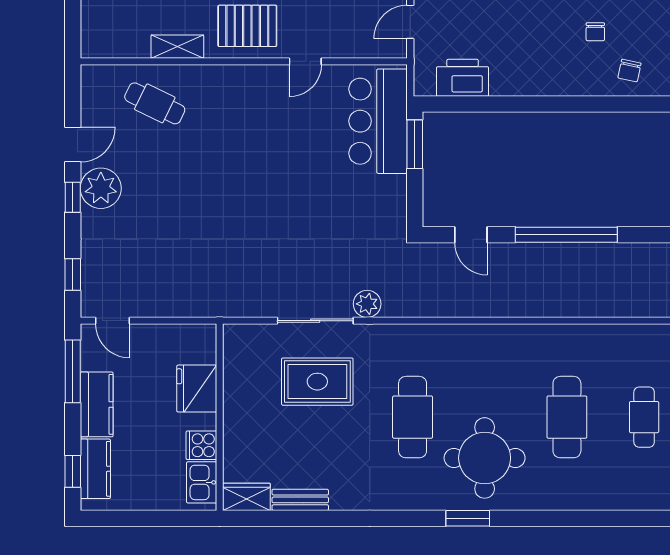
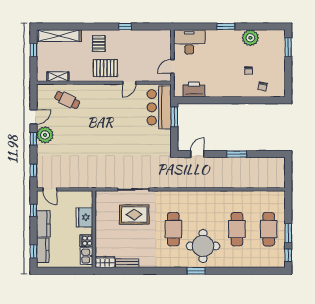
shelving: (177, 47) -> (58, 77), moved
door: (471, 235) -> (197, 154), swing flipped
window: (566, 235) -> (237, 154), width x0.47
plant: (367, 304) -> (155, 183), removed
window: (73, 371) -> (34, 210), width x0.46
cafe table: (644, 417) -> (269, 229), width x1.37, depth x1.35

